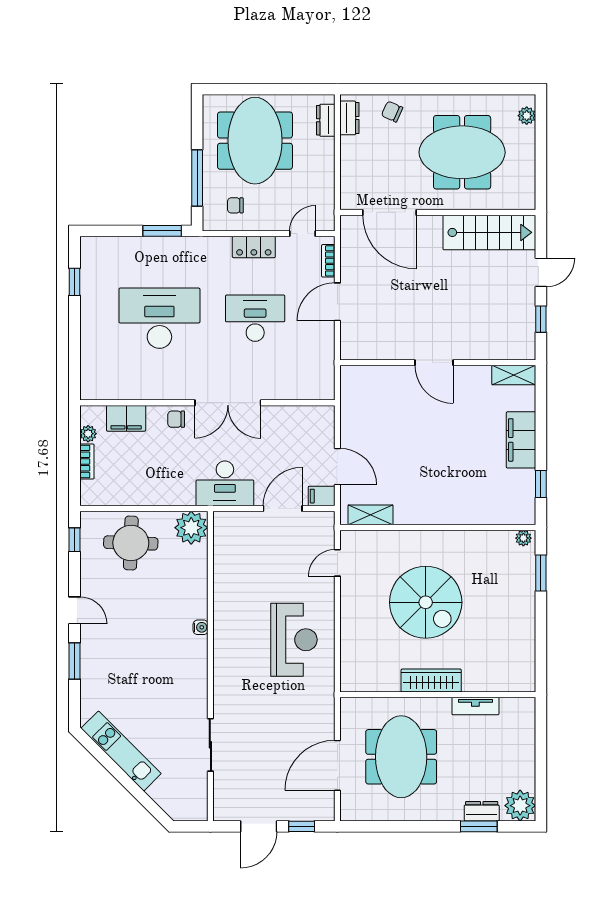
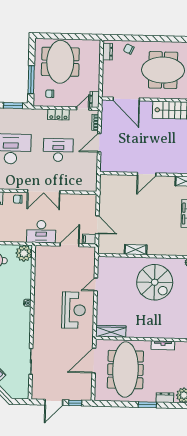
dresser: (326, 120) -> (95, 100), moved
door: (434, 363) -> (147, 174), hinge flipped
shelving: (371, 515) -> (136, 250), moved
door: (337, 563) -> (96, 284), moved
spiral stairs: (426, 602) -> (155, 282), moved
wardrobe: (431, 680) -> (111, 331), moved
meeting table: (401, 757) -> (125, 370), width x1.36
door: (337, 765) -> (94, 361), moved
window: (479, 826) -> (147, 405), moved

